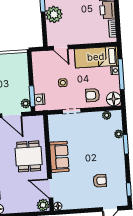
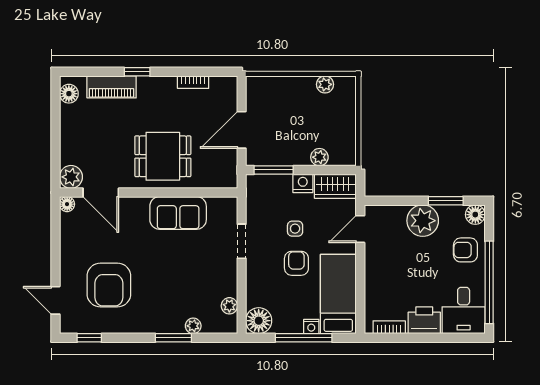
wardrobe: (39, 63) -> (335, 186), added
armchair: (93, 95) -> (296, 263), moved
nightstand: (39, 99) -> (303, 183), moved
plant: (26, 104) -> (319, 157), moved
sofa: (59, 157) -> (178, 213), moved
armchair: (100, 181) -> (109, 285), width x1.88, depth x1.88
door: (50, 188) -> (101, 192), swing flipped

